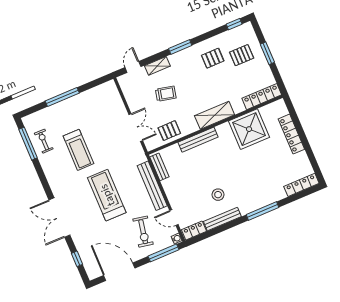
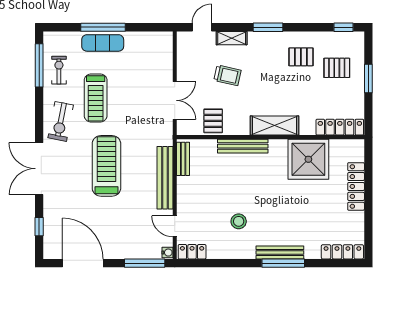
exercise mat: (67, 108) -> (103, 43), added
pallet: (169, 131) -> (213, 121), turned 90
bench: (222, 219) -> (280, 252), moved
exercise bike: (143, 232) -> (61, 121), moved

